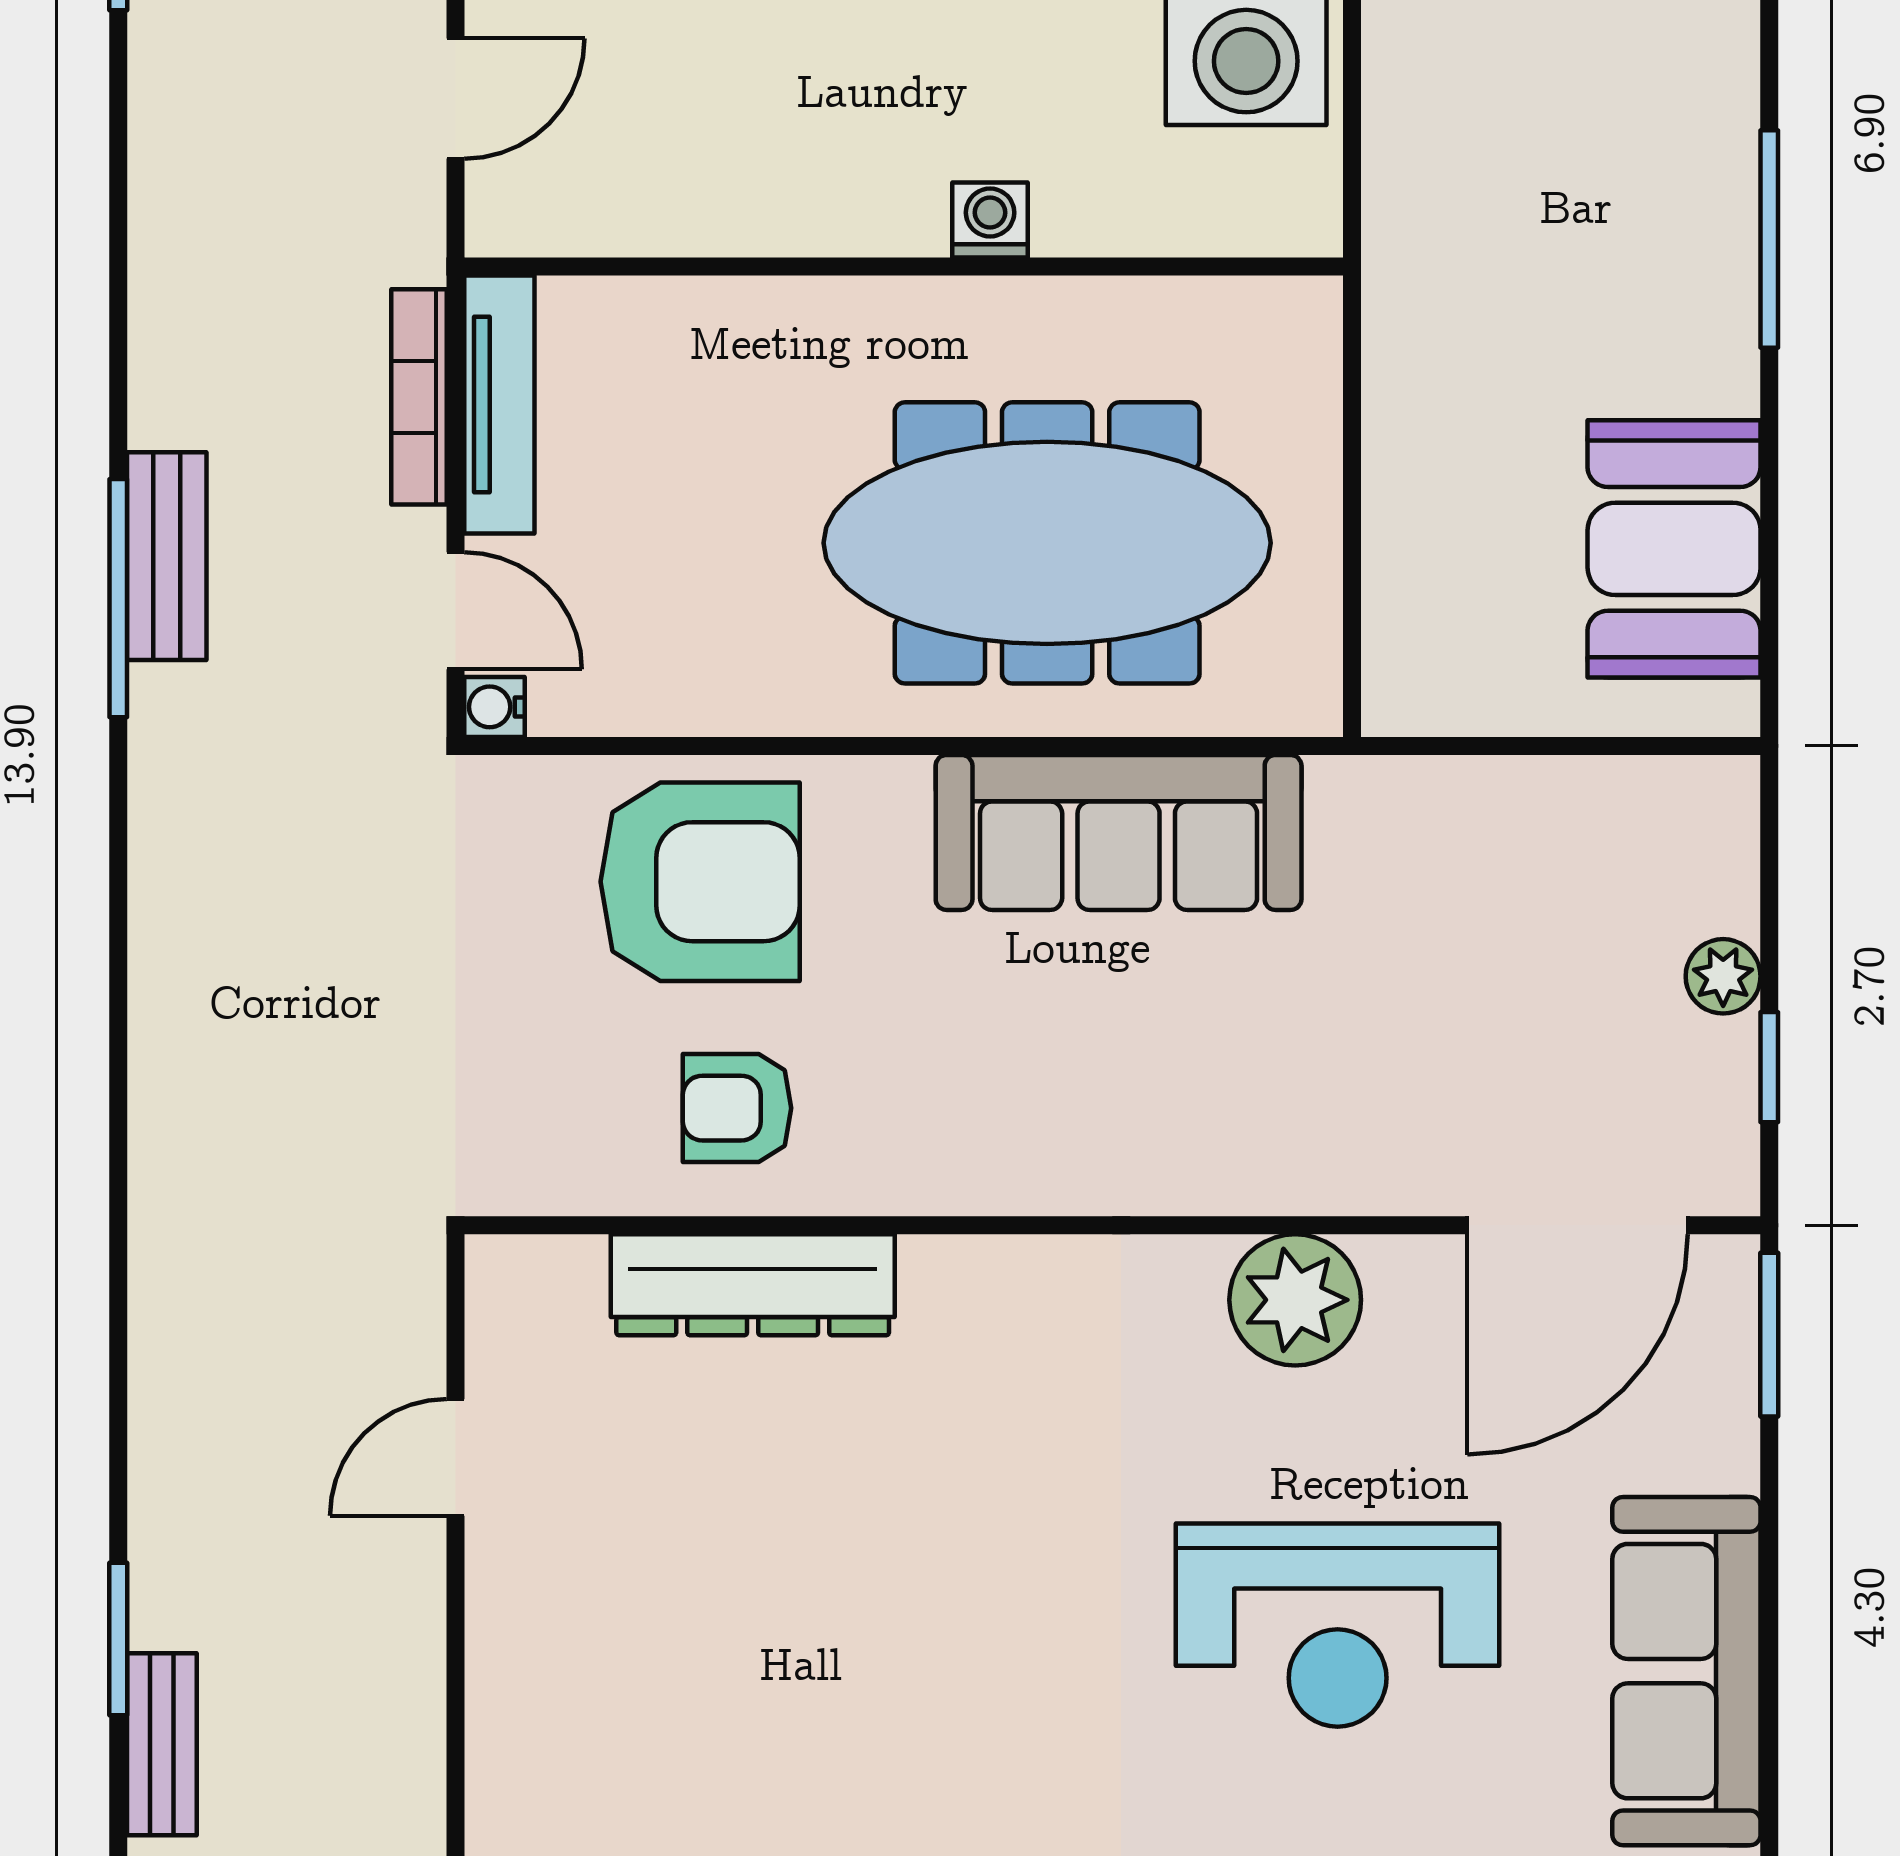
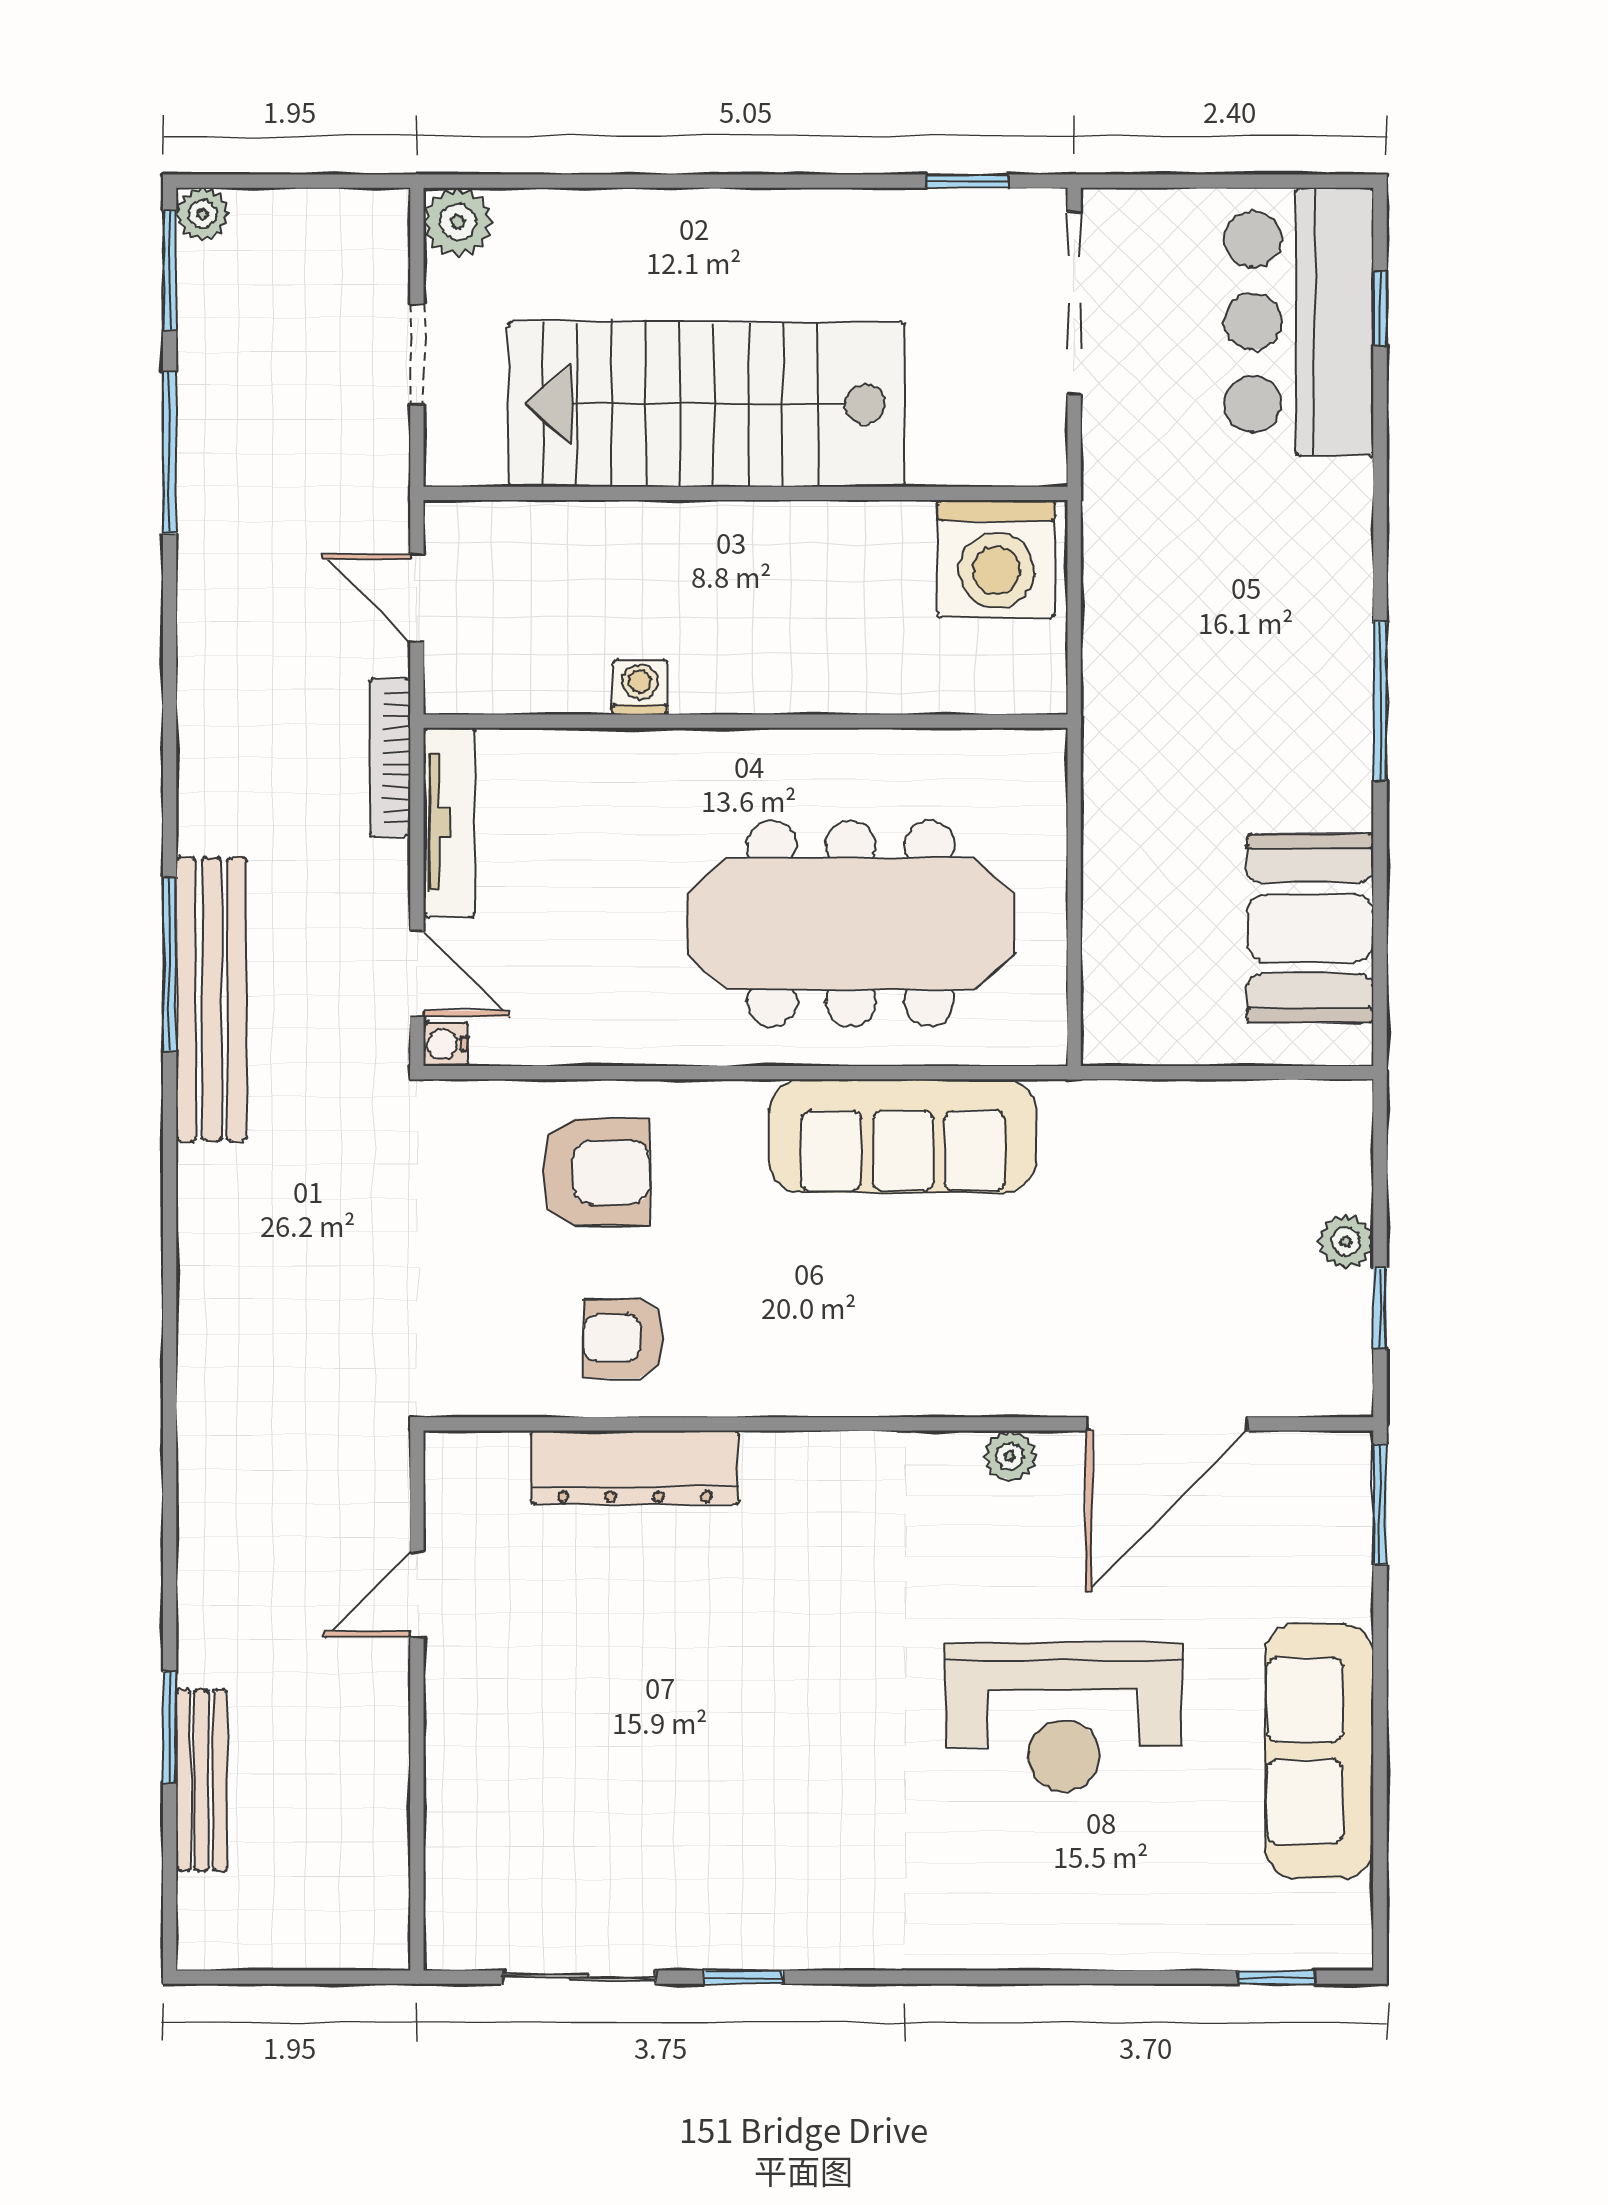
door: (456, 98) -> (417, 598), swing flipped
washing machine: (990, 220) -> (640, 687), moved
bookcase: (419, 397) -> (390, 758), moved
bench: (167, 556) -> (211, 999), width x1.86, depth x1.21
armchair: (700, 882) -> (596, 1172), width x0.73, depth x0.73
door: (1577, 1225) -> (1167, 1424), moved
plant: (1295, 1300) -> (1010, 1456), width x0.53, depth x0.53
bench: (162, 1744) -> (202, 1780), width x1.36

